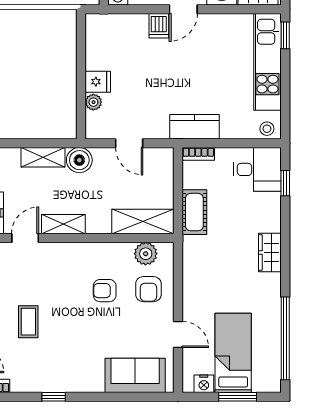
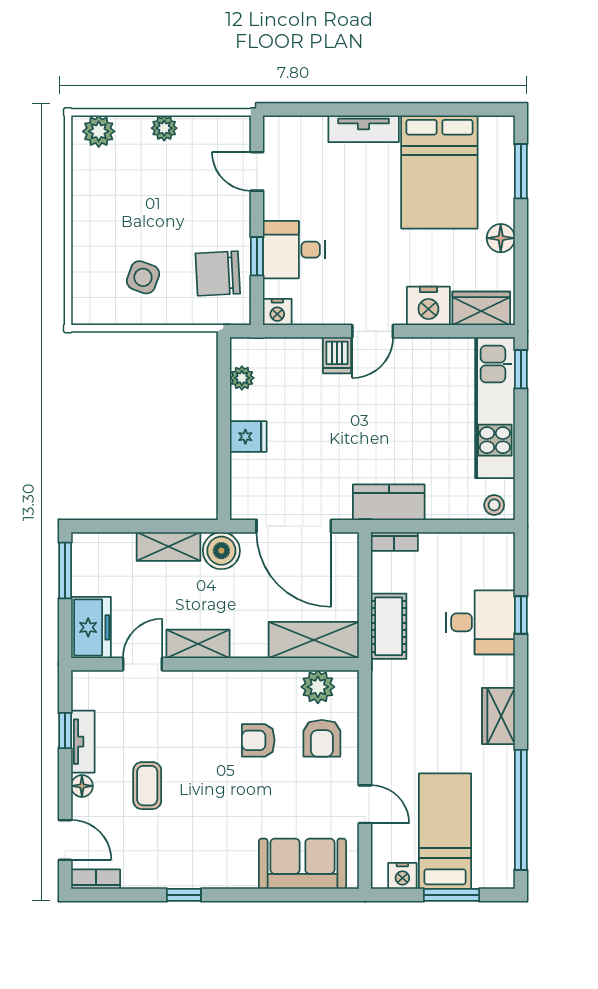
plant: (93, 102) -> (242, 378), moved
door: (129, 143) -> (294, 526), width x1.87
desk: (257, 169) -> (480, 622), moved
window: (285, 183) -> (521, 615), moved
wardrobe: (270, 252) -> (498, 716), moved

